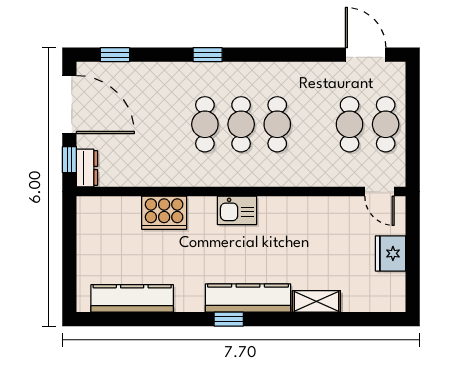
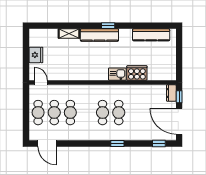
cafe table: (277, 124) -> (70, 113), moved
kitchen sink: (237, 210) -> (117, 74), moved

